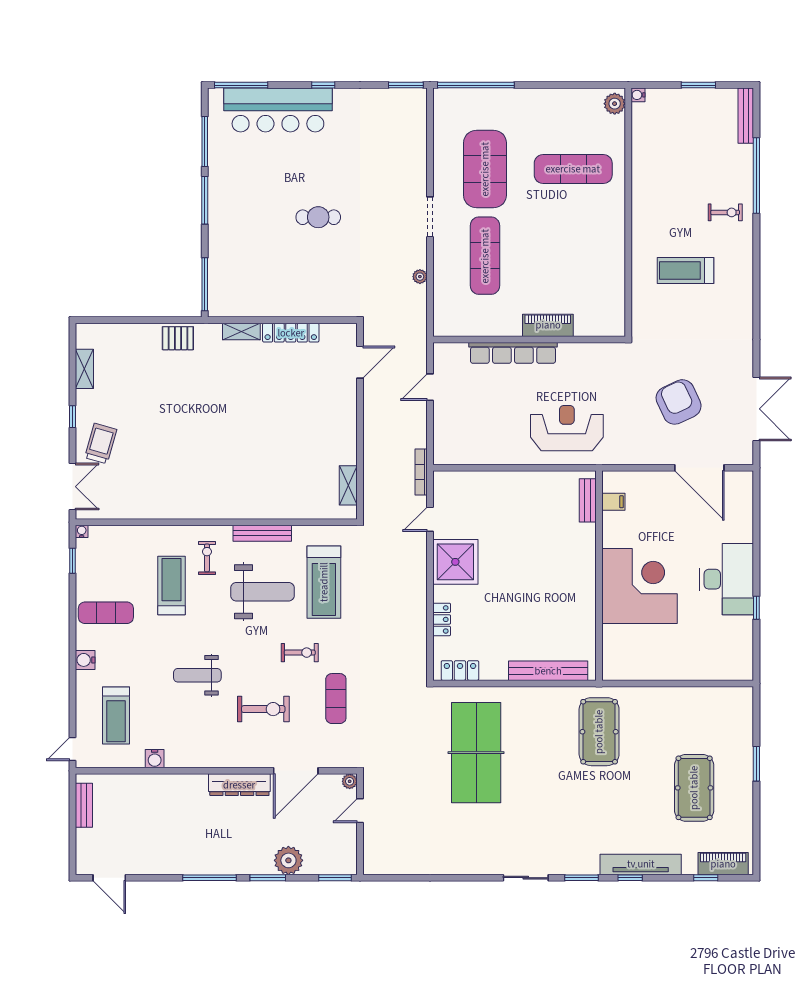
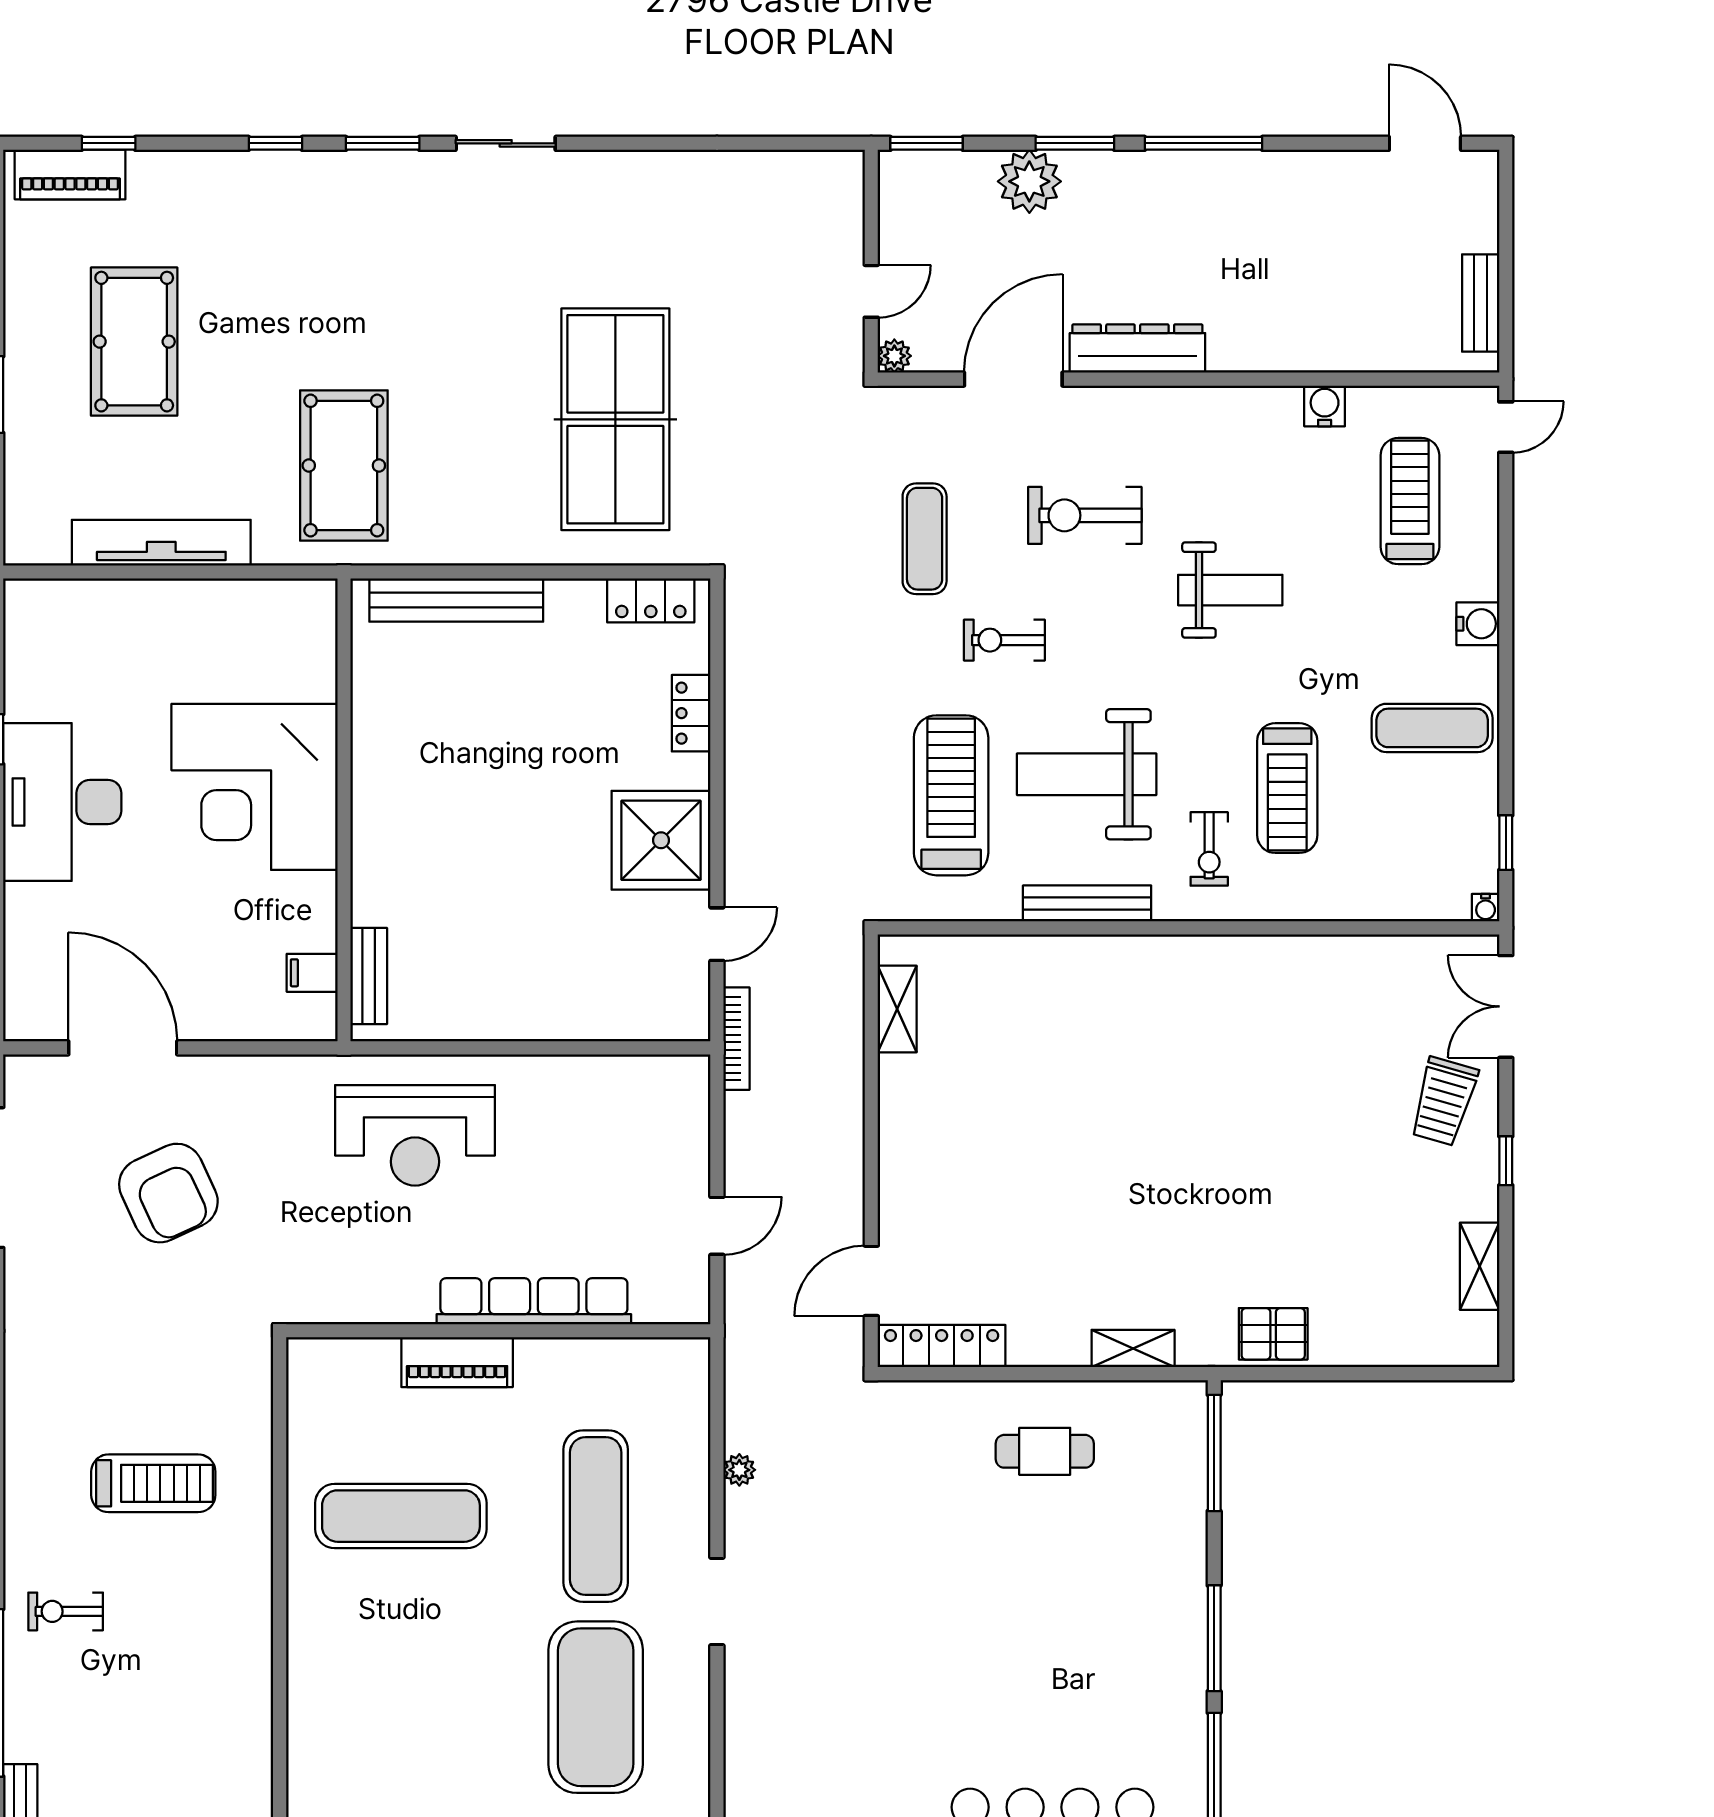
exercise mat: (573, 169) -> (401, 1516), moved
cafe table: (318, 217) -> (1045, 1451), moved
locker: (291, 333) -> (942, 1346), moved
tv unit: (641, 864) -> (161, 543), moved, turned 180

